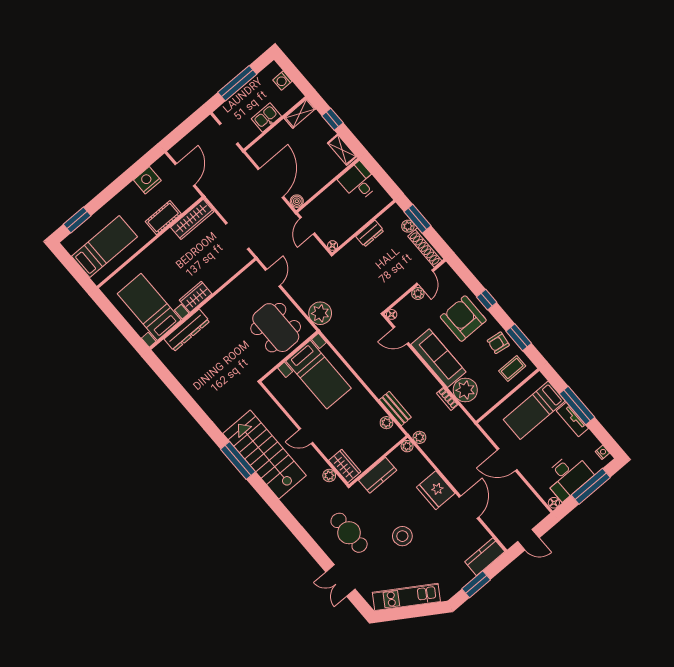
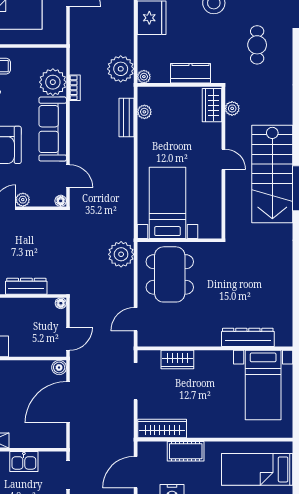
dresser: (370, 233) -> (26, 286), width x1.44
wardrobe: (196, 297) -> (177, 360), moved
plant: (419, 437) -> (121, 69), width x1.88, depth x1.88
cafe table: (349, 533) -> (257, 45), width x0.73, depth x0.74

